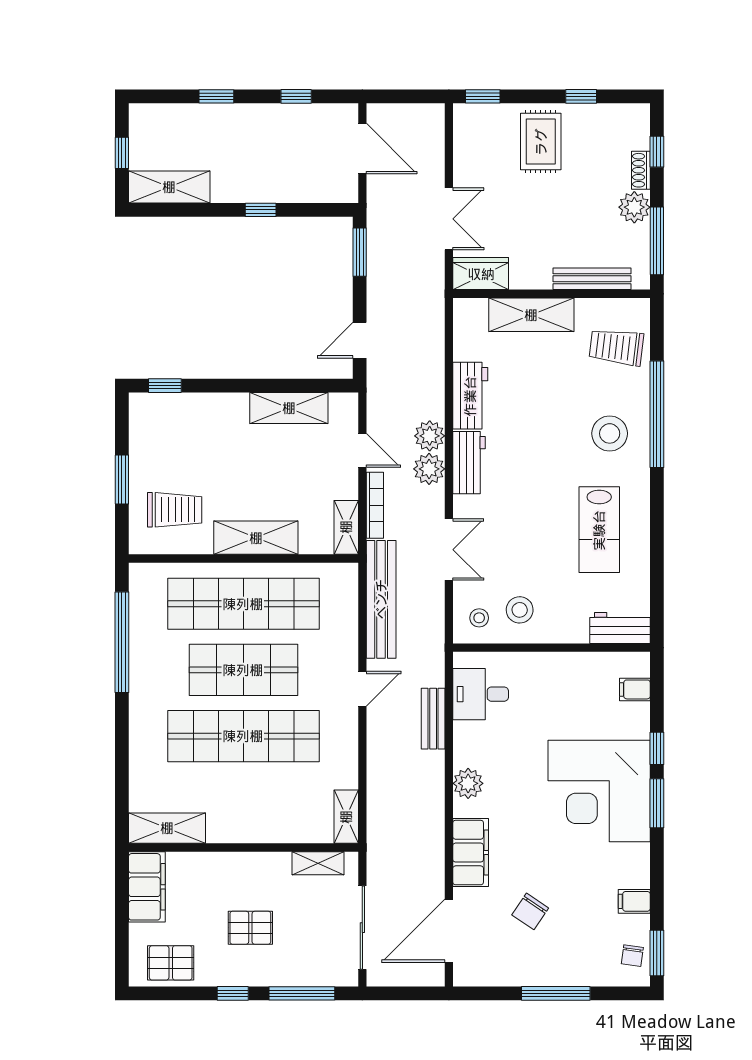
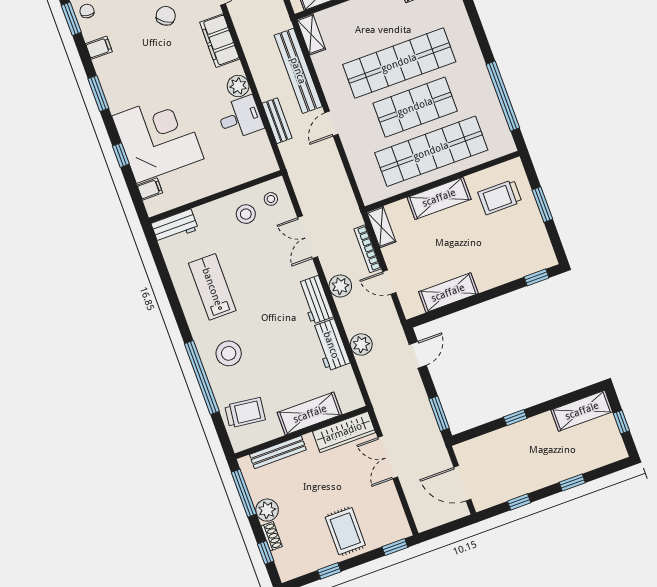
wardrobe: (481, 274) -> (344, 432), width x1.50
plant: (430, 436) -> (361, 344), moved
bench: (381, 599) -> (298, 71), moved
desk: (481, 694) -> (240, 118), moved
corner desk: (599, 791) -> (158, 137), moved
window: (657, 803) -> (98, 93), moved

